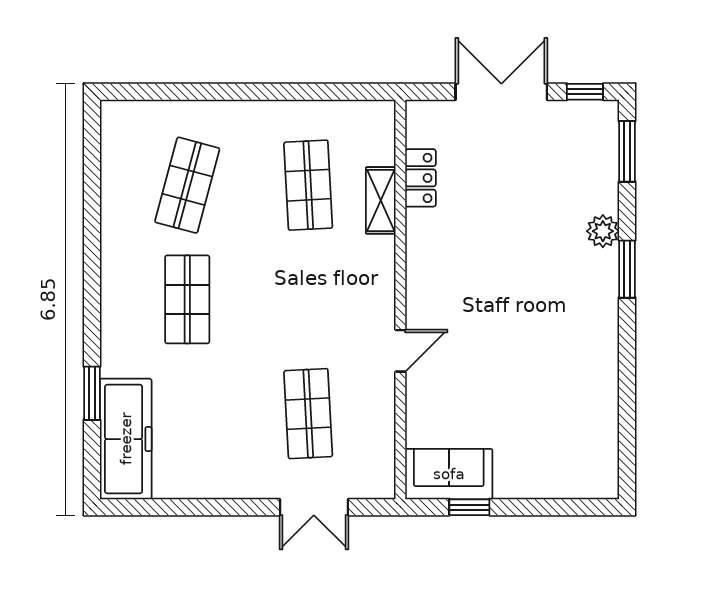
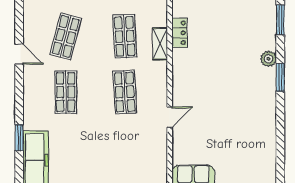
door: (92, 222) -> (19, 54), added
shop shelf: (308, 414) -> (125, 92), moved

